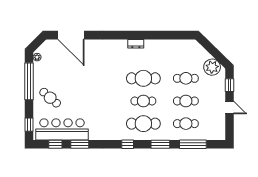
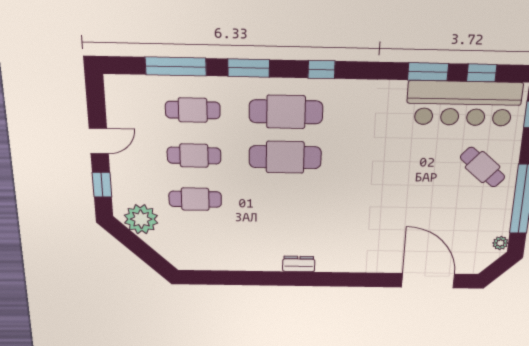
cafe table: (143, 78) -> (284, 201), removed
cafe table: (143, 101) -> (285, 157), width x1.37, depth x1.35
door: (230, 107) -> (99, 141), swing flipped

